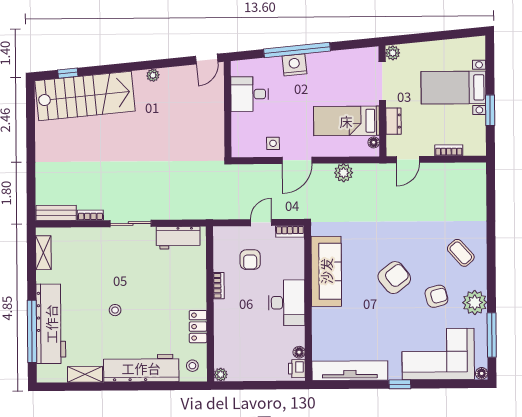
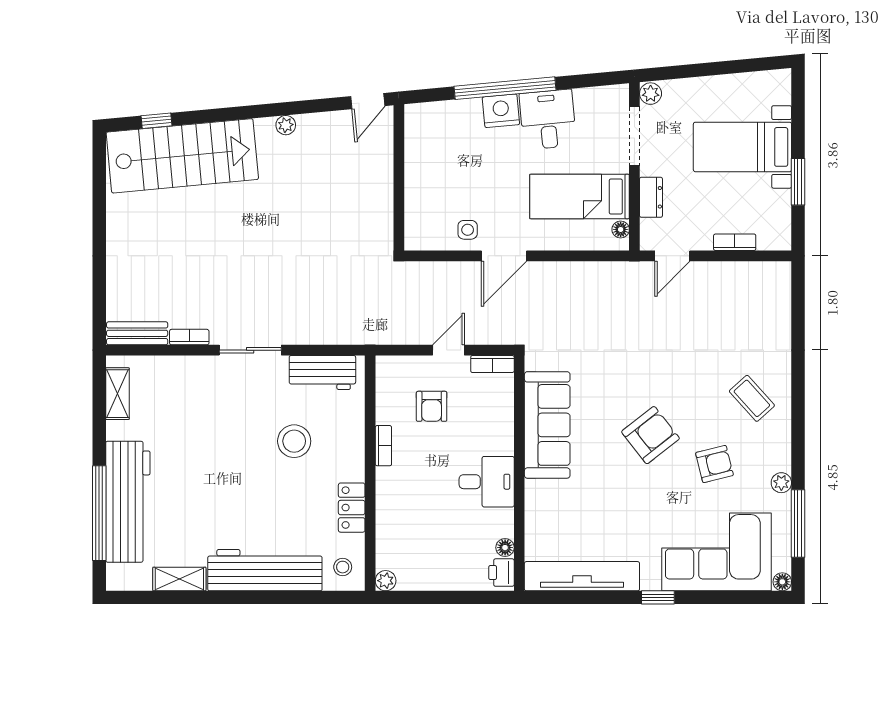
desk: (250, 94) -> (548, 119), moved, turned 85
plant: (344, 173) -> (575, 275), removed
plant: (475, 302) -> (781, 483), width x0.53, depth x0.53
desk: (287, 303) -> (487, 482), width x0.73
stool: (115, 310) -> (294, 441), moved, width x1.89, depth x1.89

